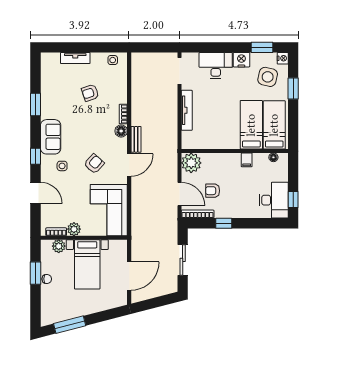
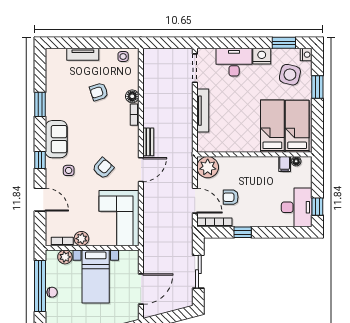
floor lamp: (121, 131) -> (132, 96), moved
filing cabinet: (247, 160) -> (285, 164), moved
window: (36, 273) -> (40, 286), width x2.11

